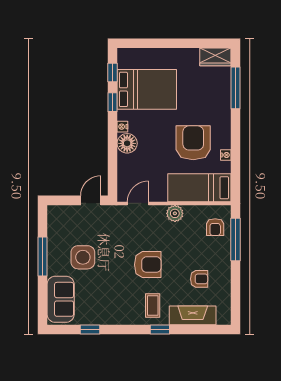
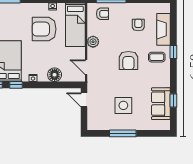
floor lamp: (127, 143) -> (55, 75), moved
armchair: (148, 265) -> (128, 60), turned 180
sofa: (61, 299) -> (161, 104), moved, turned -90

